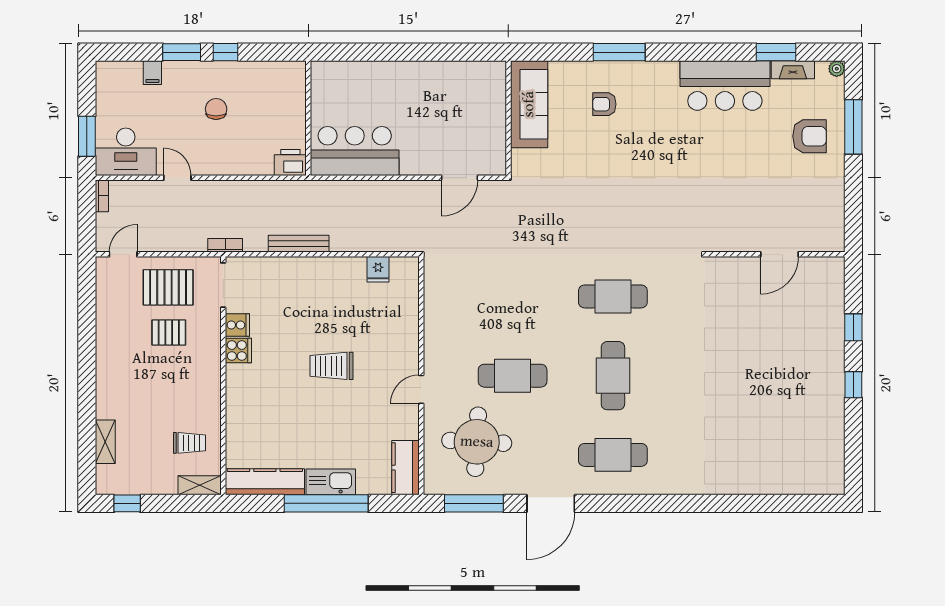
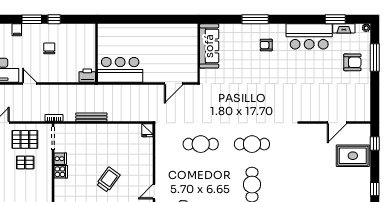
armchair: (604, 104) -> (266, 45), moved
fridge: (378, 269) -> (147, 130), moved
rug: (810, 319) -> (353, 156), added
window: (853, 327) -> (375, 144), moved
trolley: (331, 366) -> (108, 180), turned 126
cafe table: (513, 376) -> (201, 144), moved

